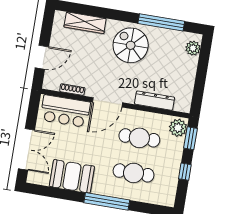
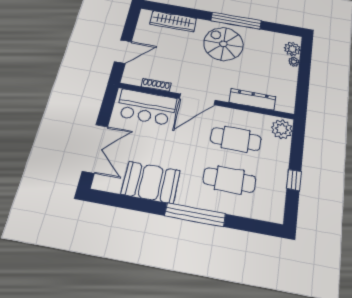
window: (161, 22) -> (236, 21), moved
plant: (193, 62) -> (294, 62), added
window: (191, 138) -> (298, 141), removed

